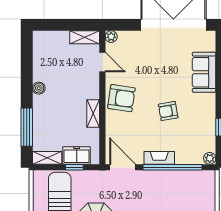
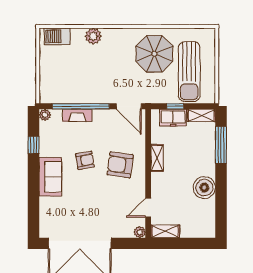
door: (102, 62) -> (148, 208), hinge flipped
sofa: (204, 72) -> (50, 177), moved
boiler: (39, 88) -> (204, 188), width x1.86, depth x1.86
armchair: (121, 98) -> (120, 165), moved
fireplace: (159, 158) -> (77, 115), moved

